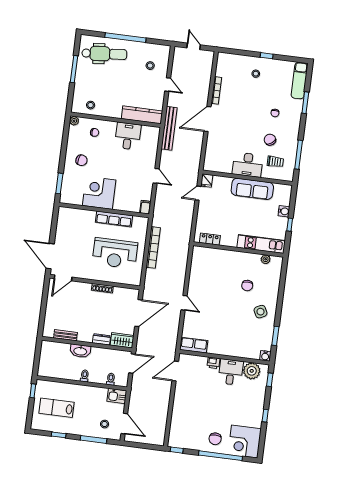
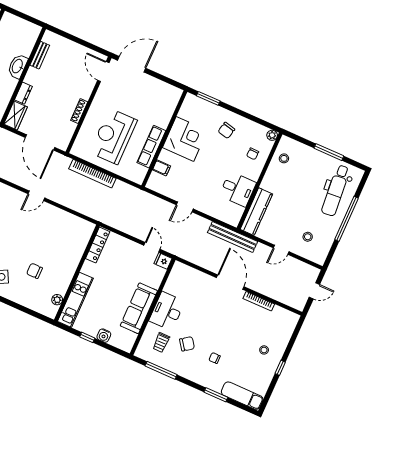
filing cabinet: (145, 207) -> (161, 168), moved
locker: (210, 239) -> (98, 245), width x1.53
bookcase: (153, 247) -> (92, 174), moved

